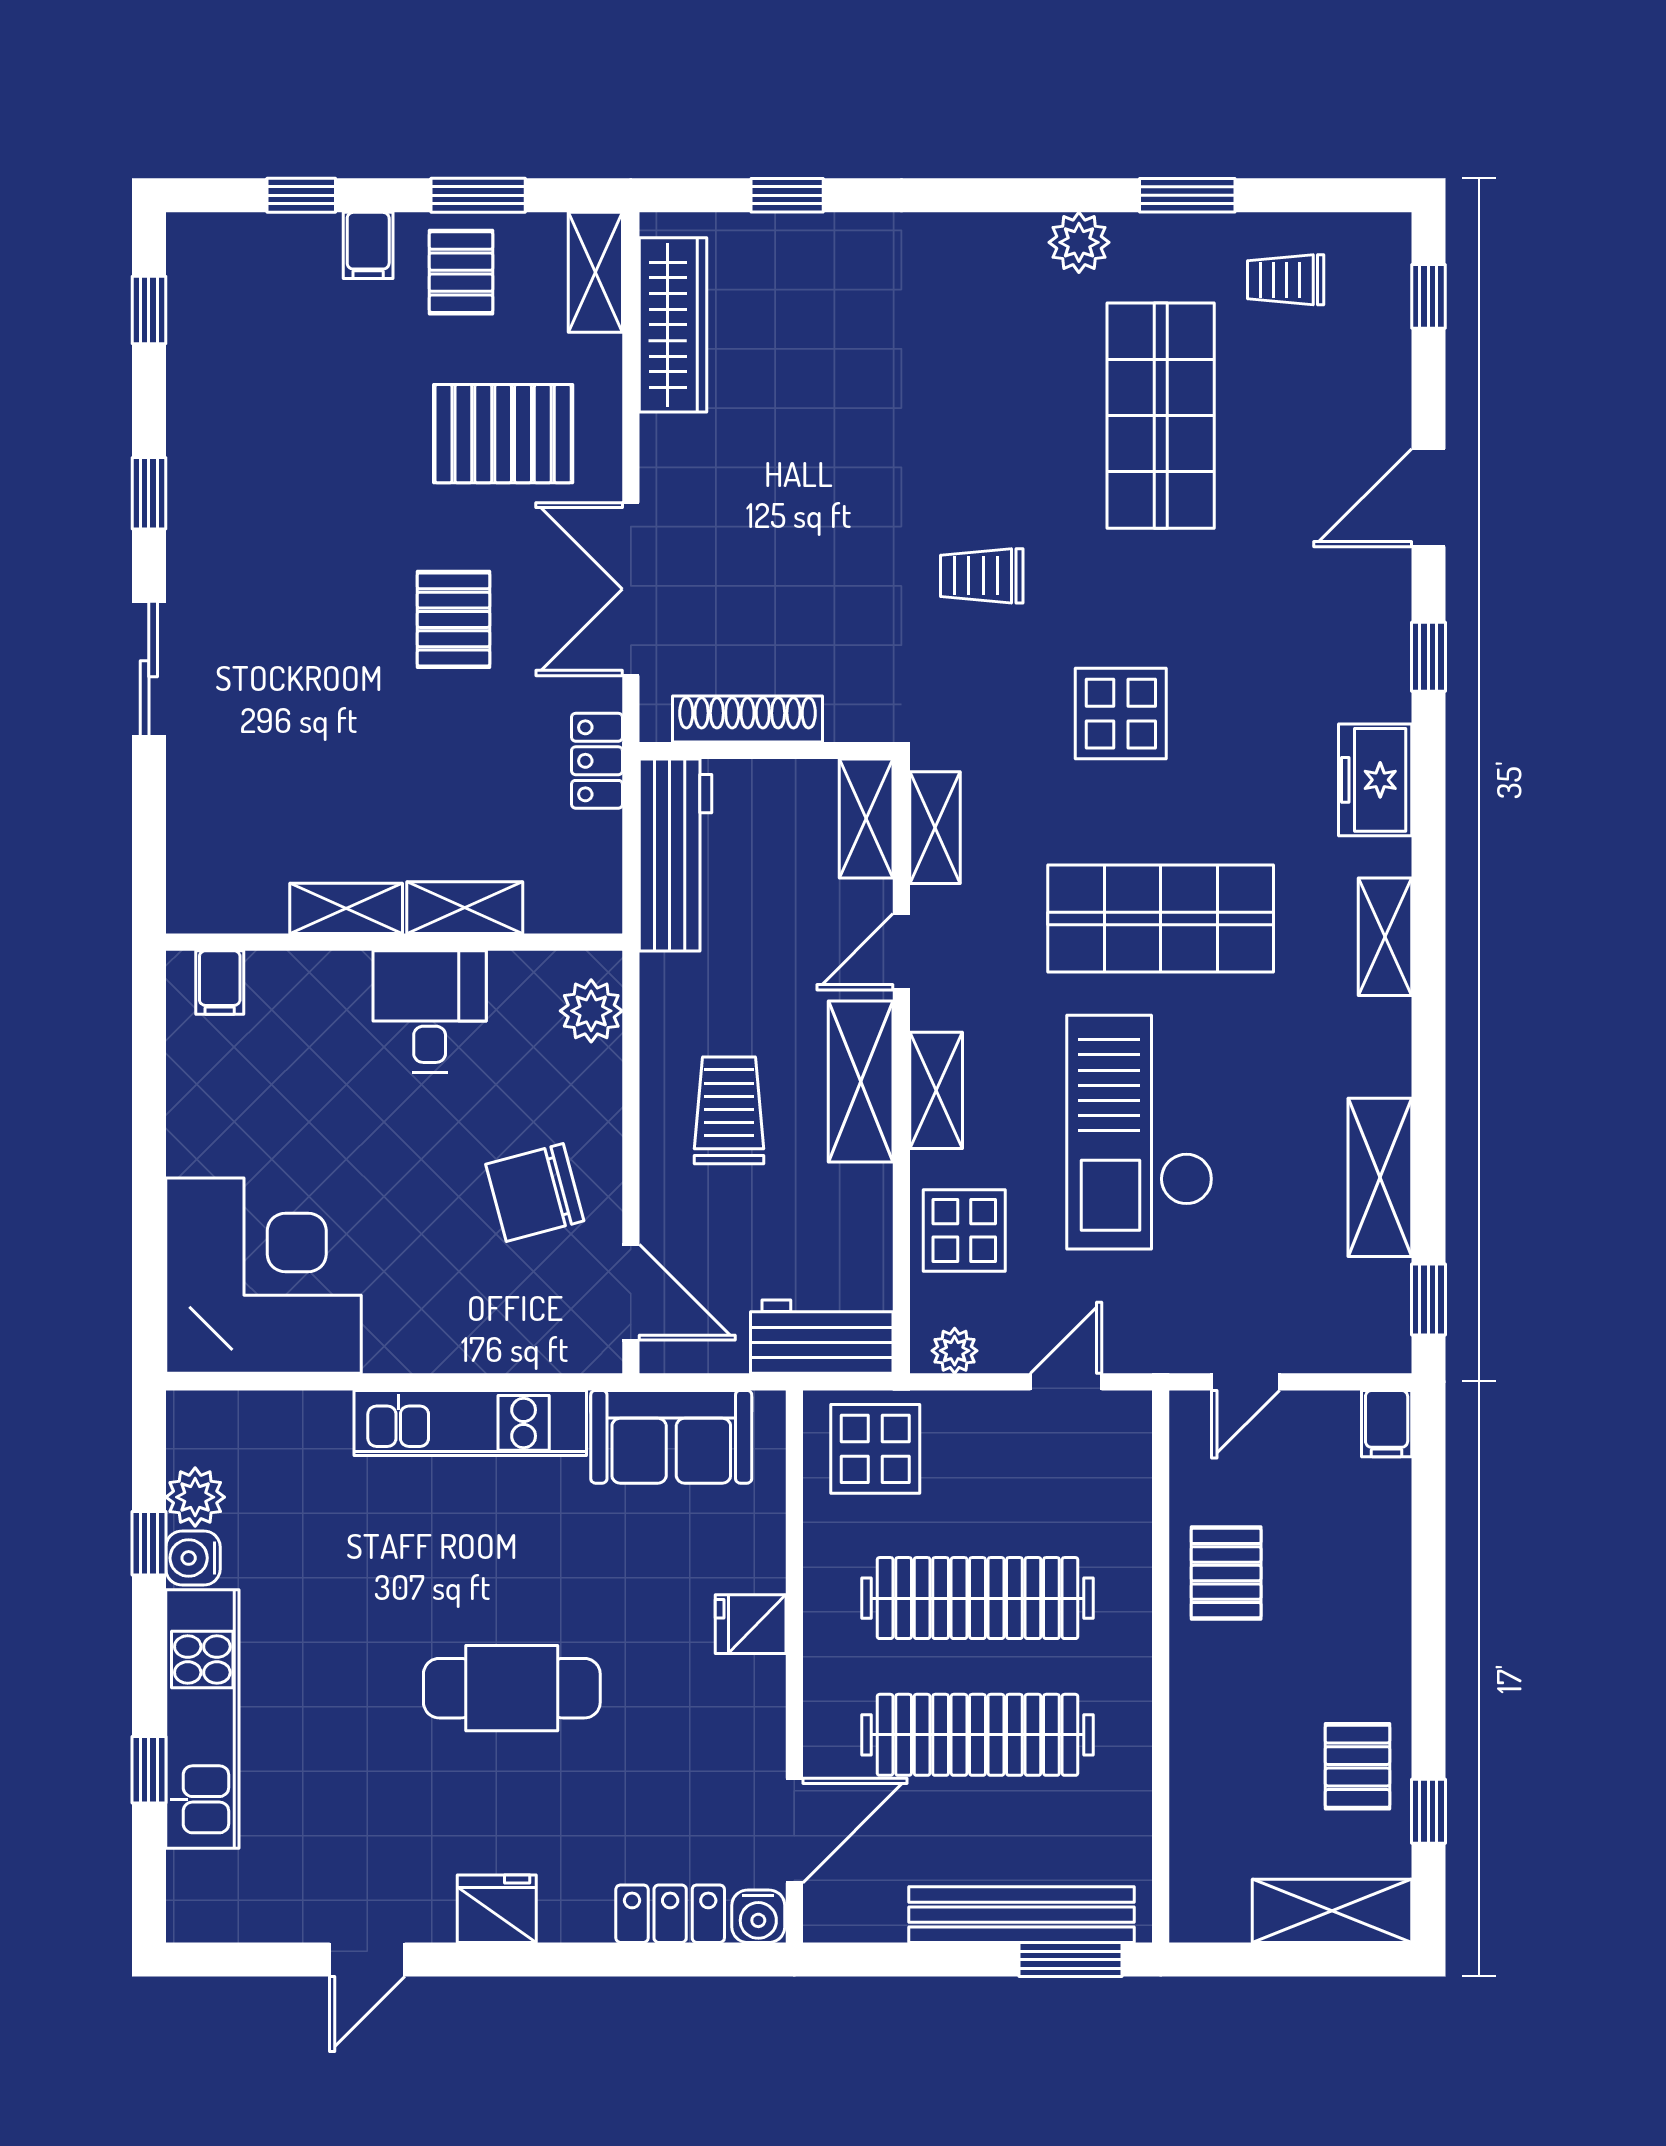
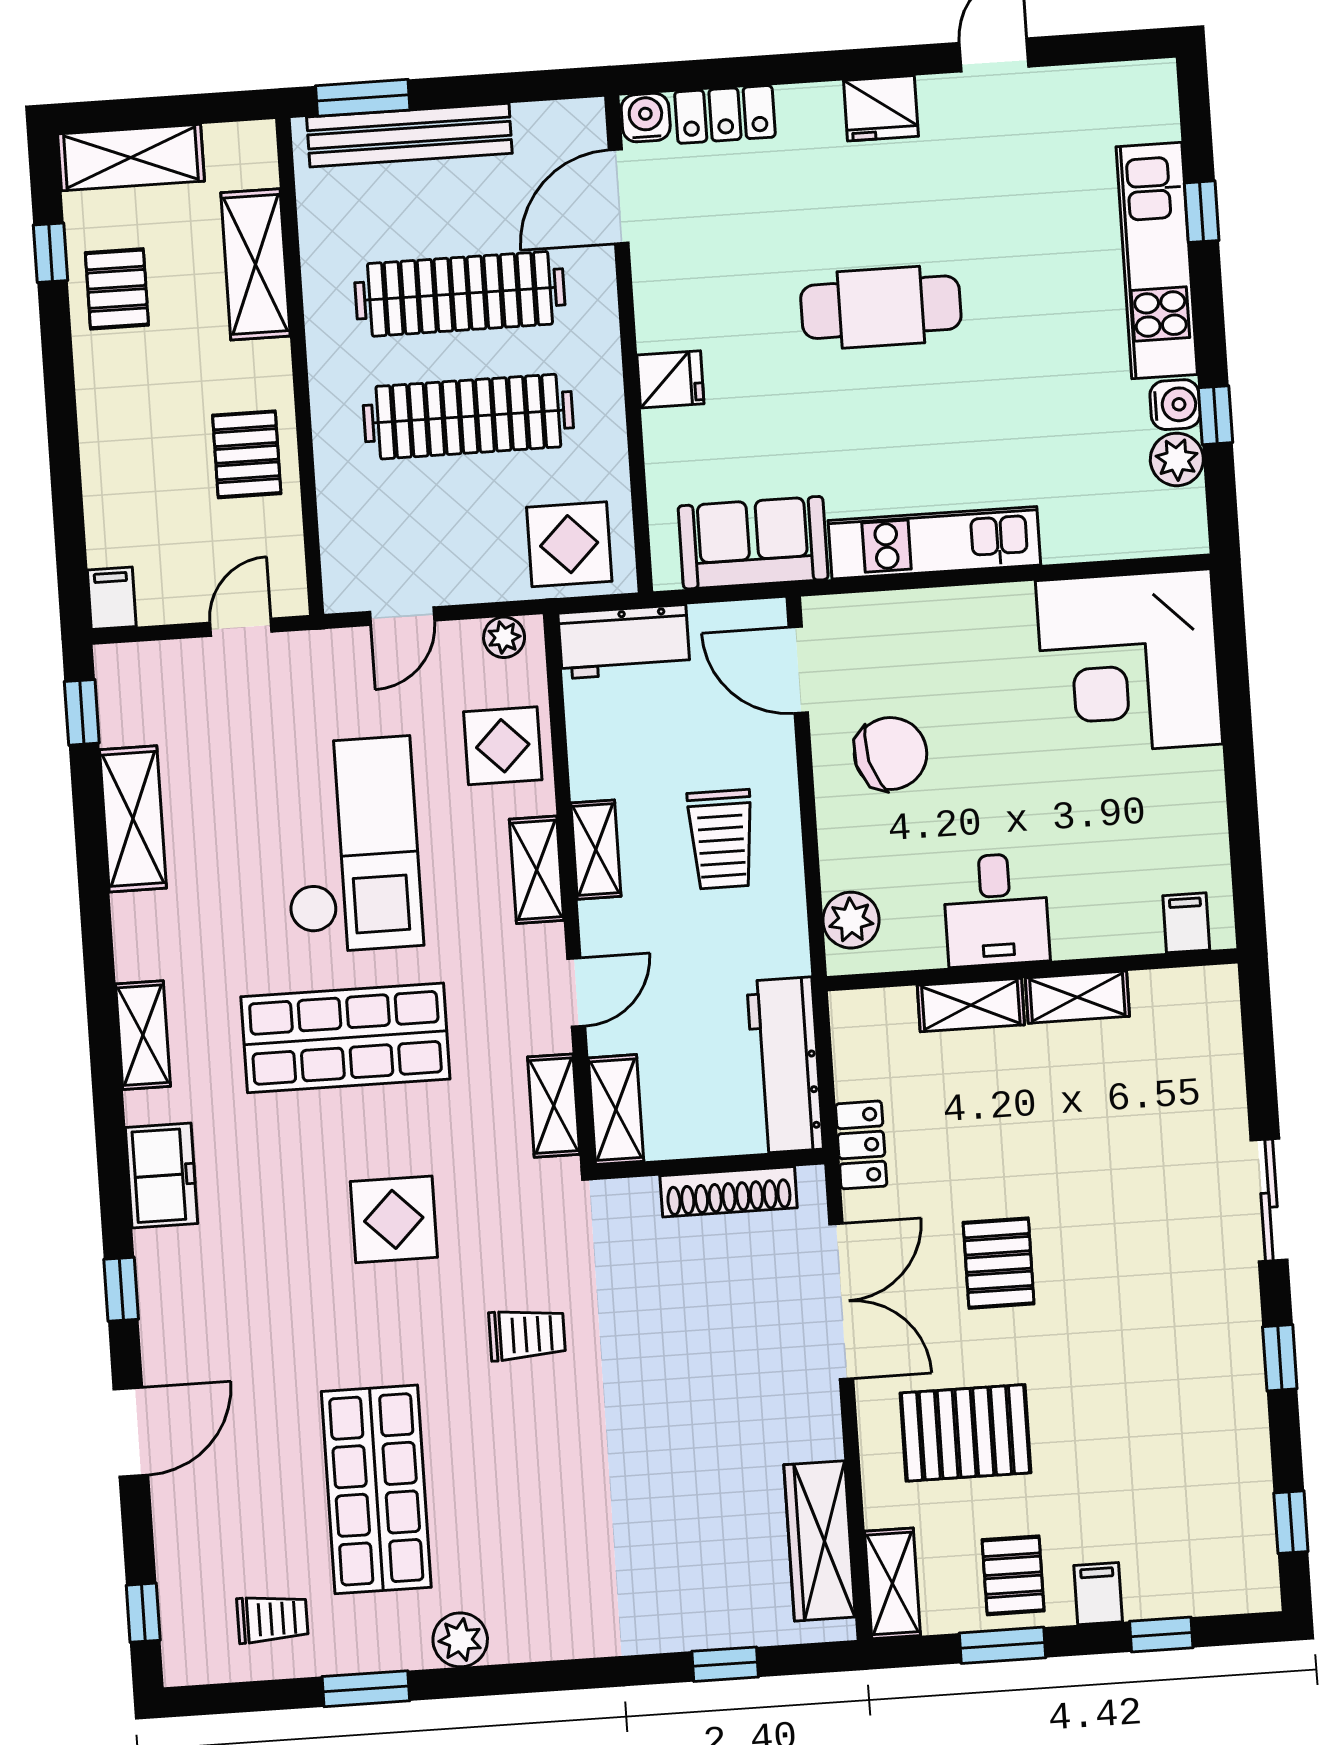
shelving: (861, 1081) -> (596, 850), width x0.67, depth x0.75
shelving: (1202, 1783) -> (255, 264), added

